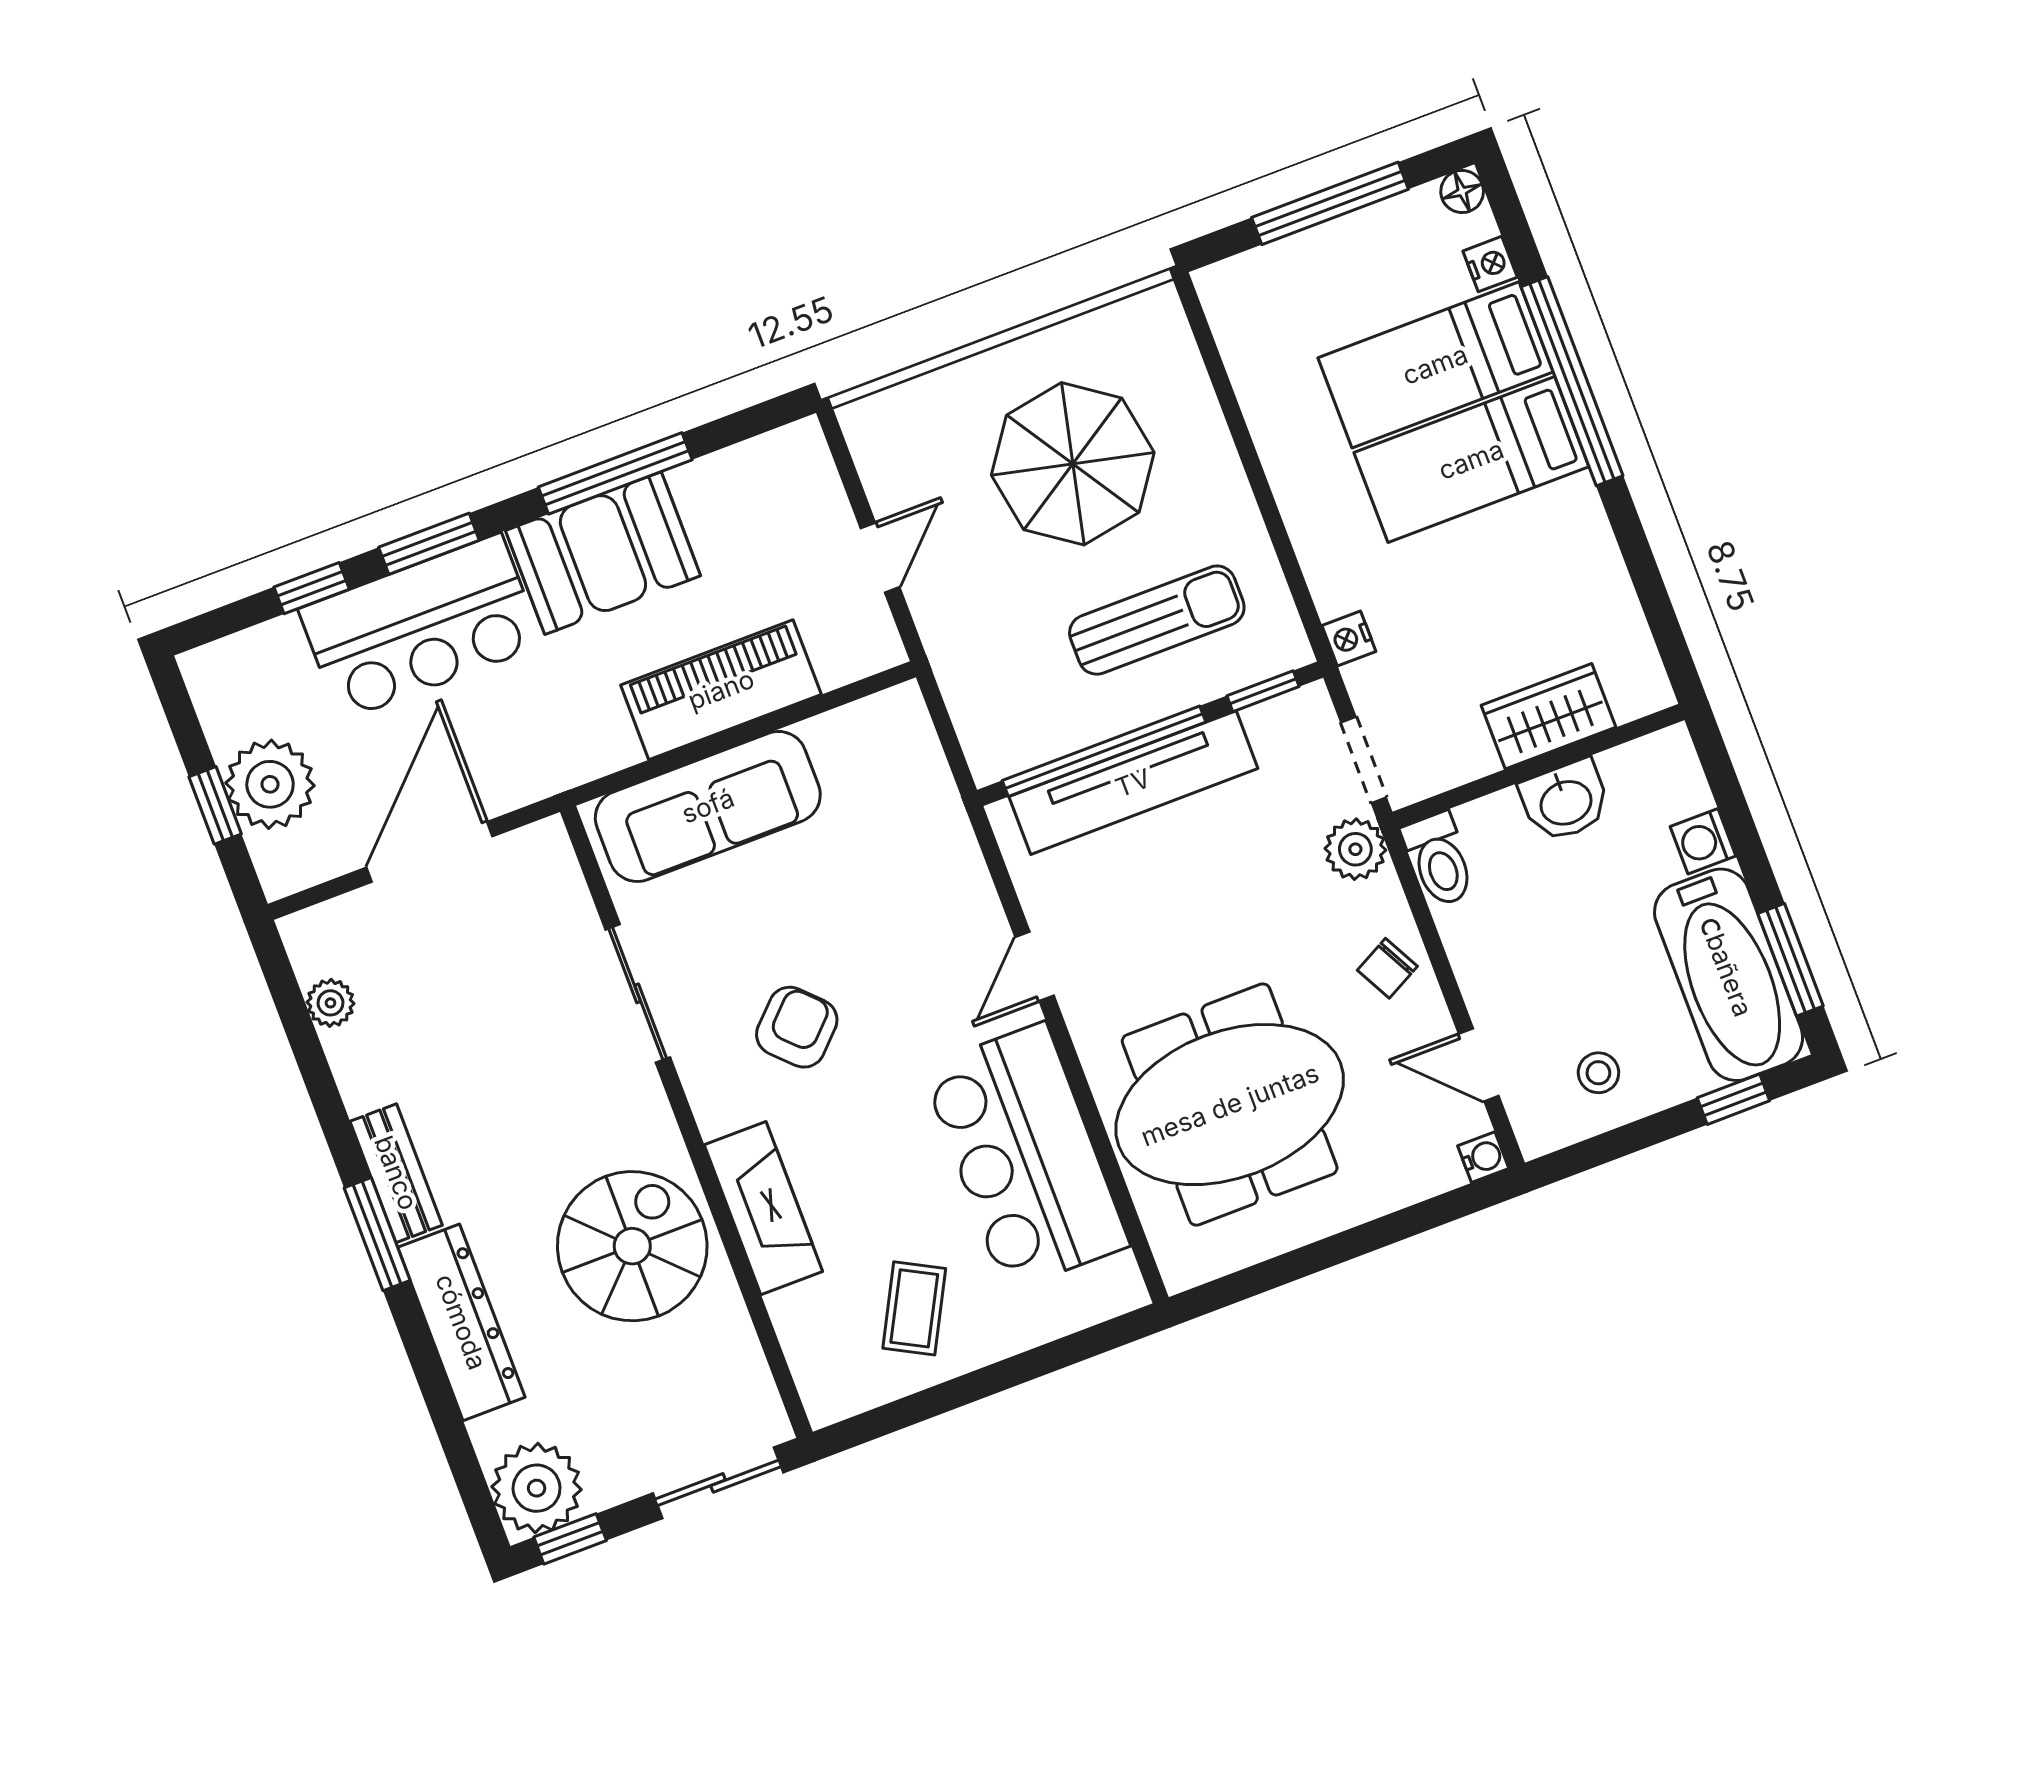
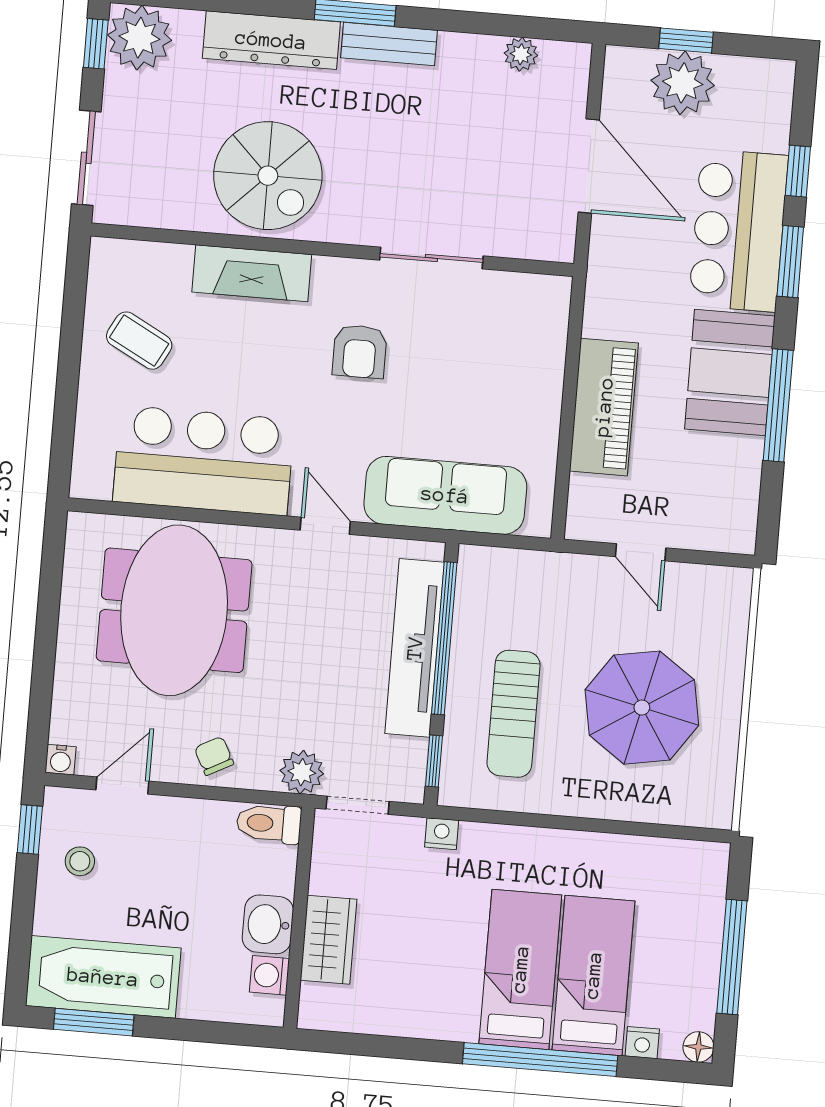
sofa: (708, 806) -> (445, 495), moved, turned 90
washing machine: (1703, 841) -> (269, 975), moved, turned -90
armchair: (797, 1027) -> (360, 351), turned 45
window: (1733, 1099) -> (30, 829), moved

